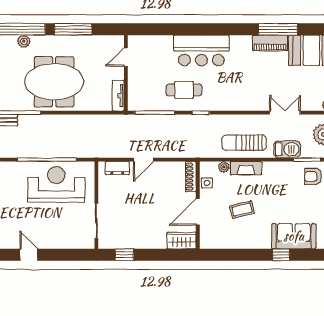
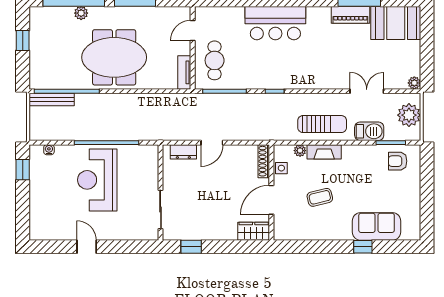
cafe table: (184, 90) -> (215, 60), moved, turned 90
sun lounger: (244, 143) -> (322, 124), turned 180
reception desk: (56, 184) -> (97, 180), moved, turned -90

